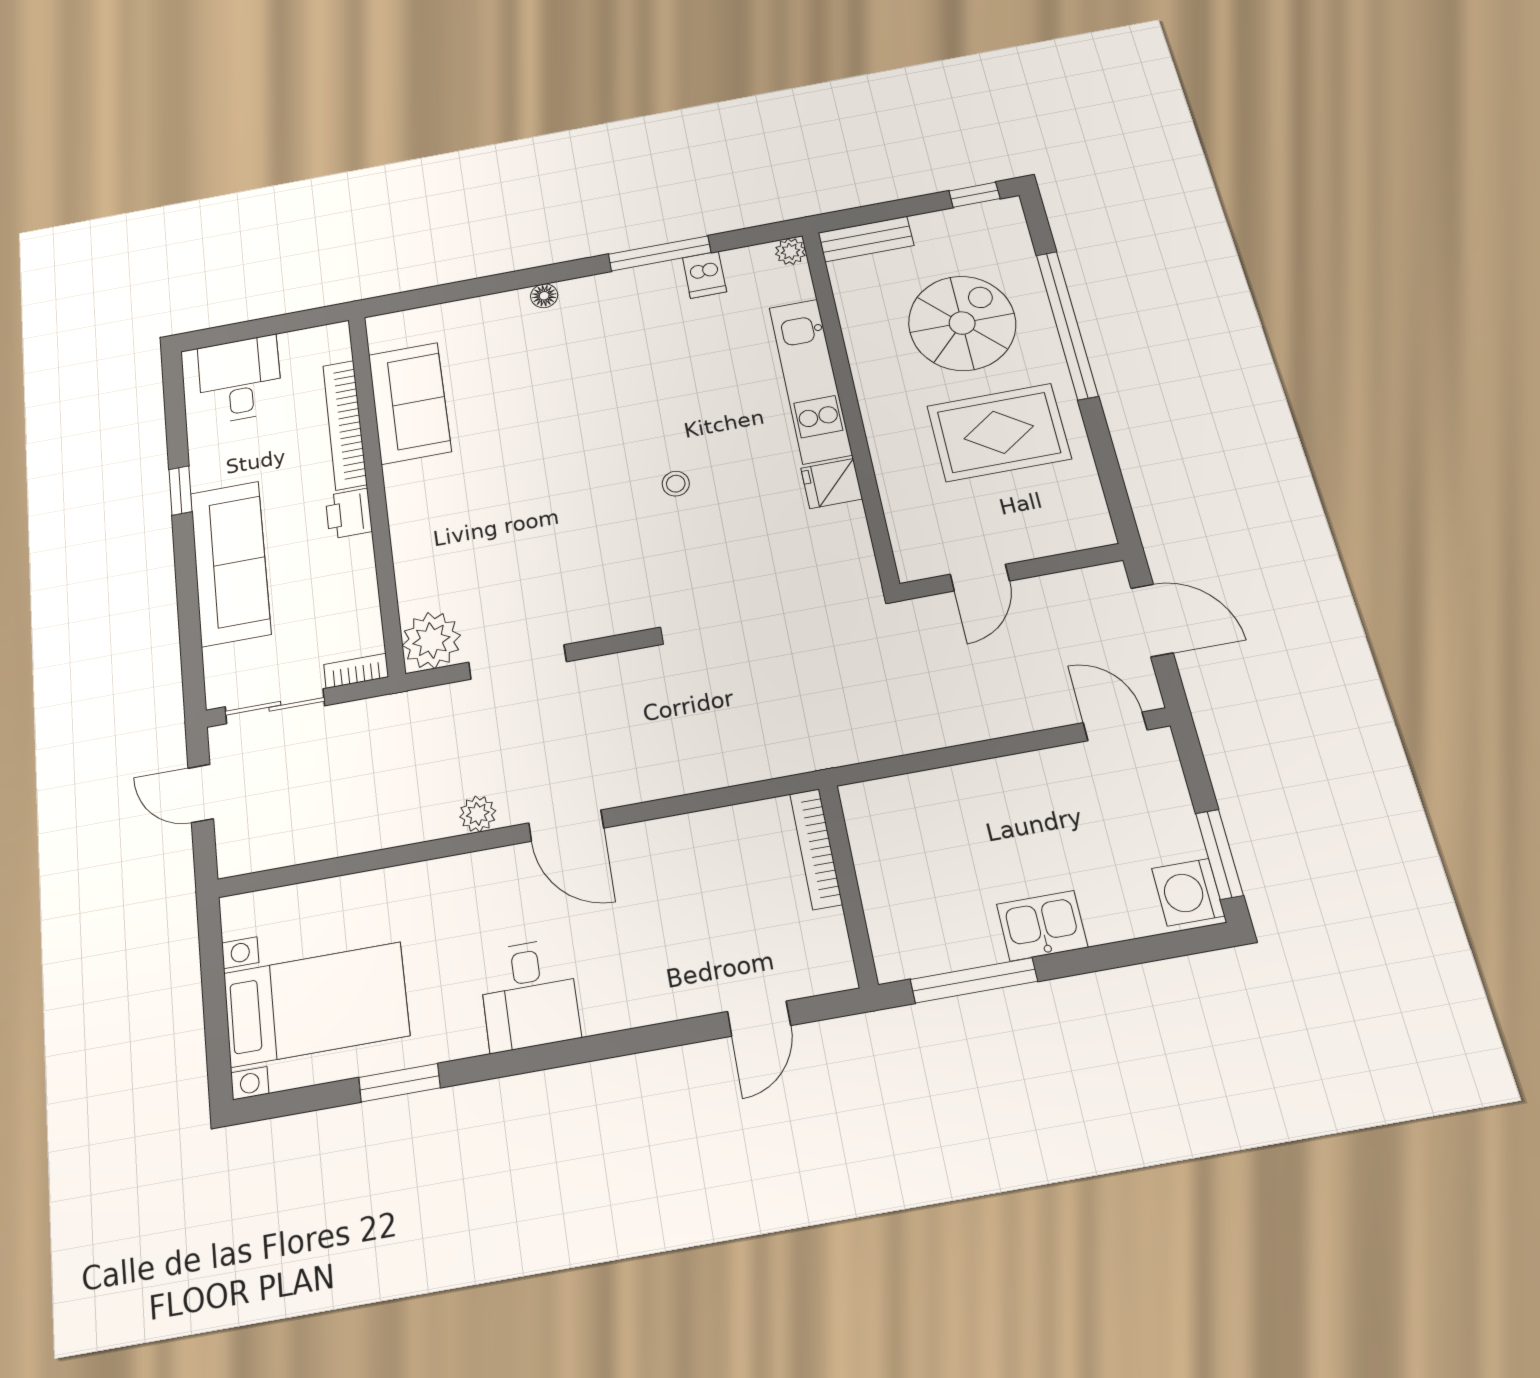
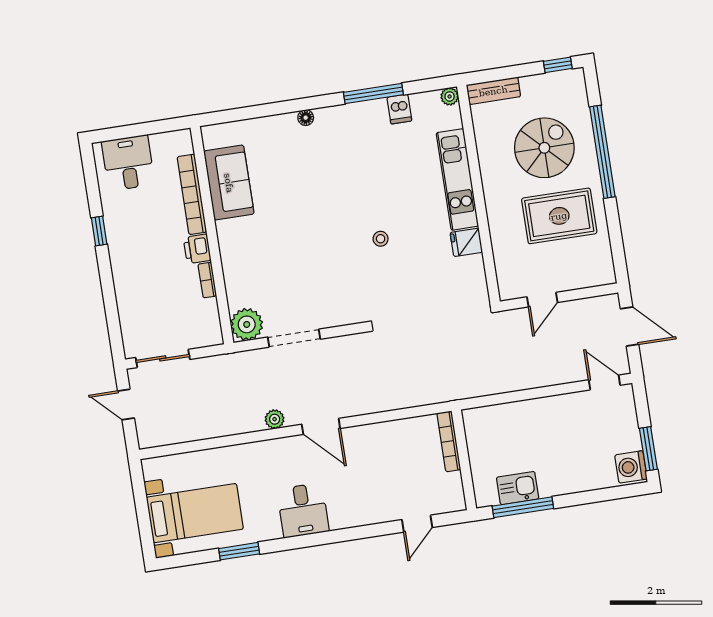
sofa: (230, 563) -> (132, 276), removed
bookcase: (356, 671) -> (207, 280), moved, turned -90
kitchen sink: (1042, 926) -> (518, 488), moved

